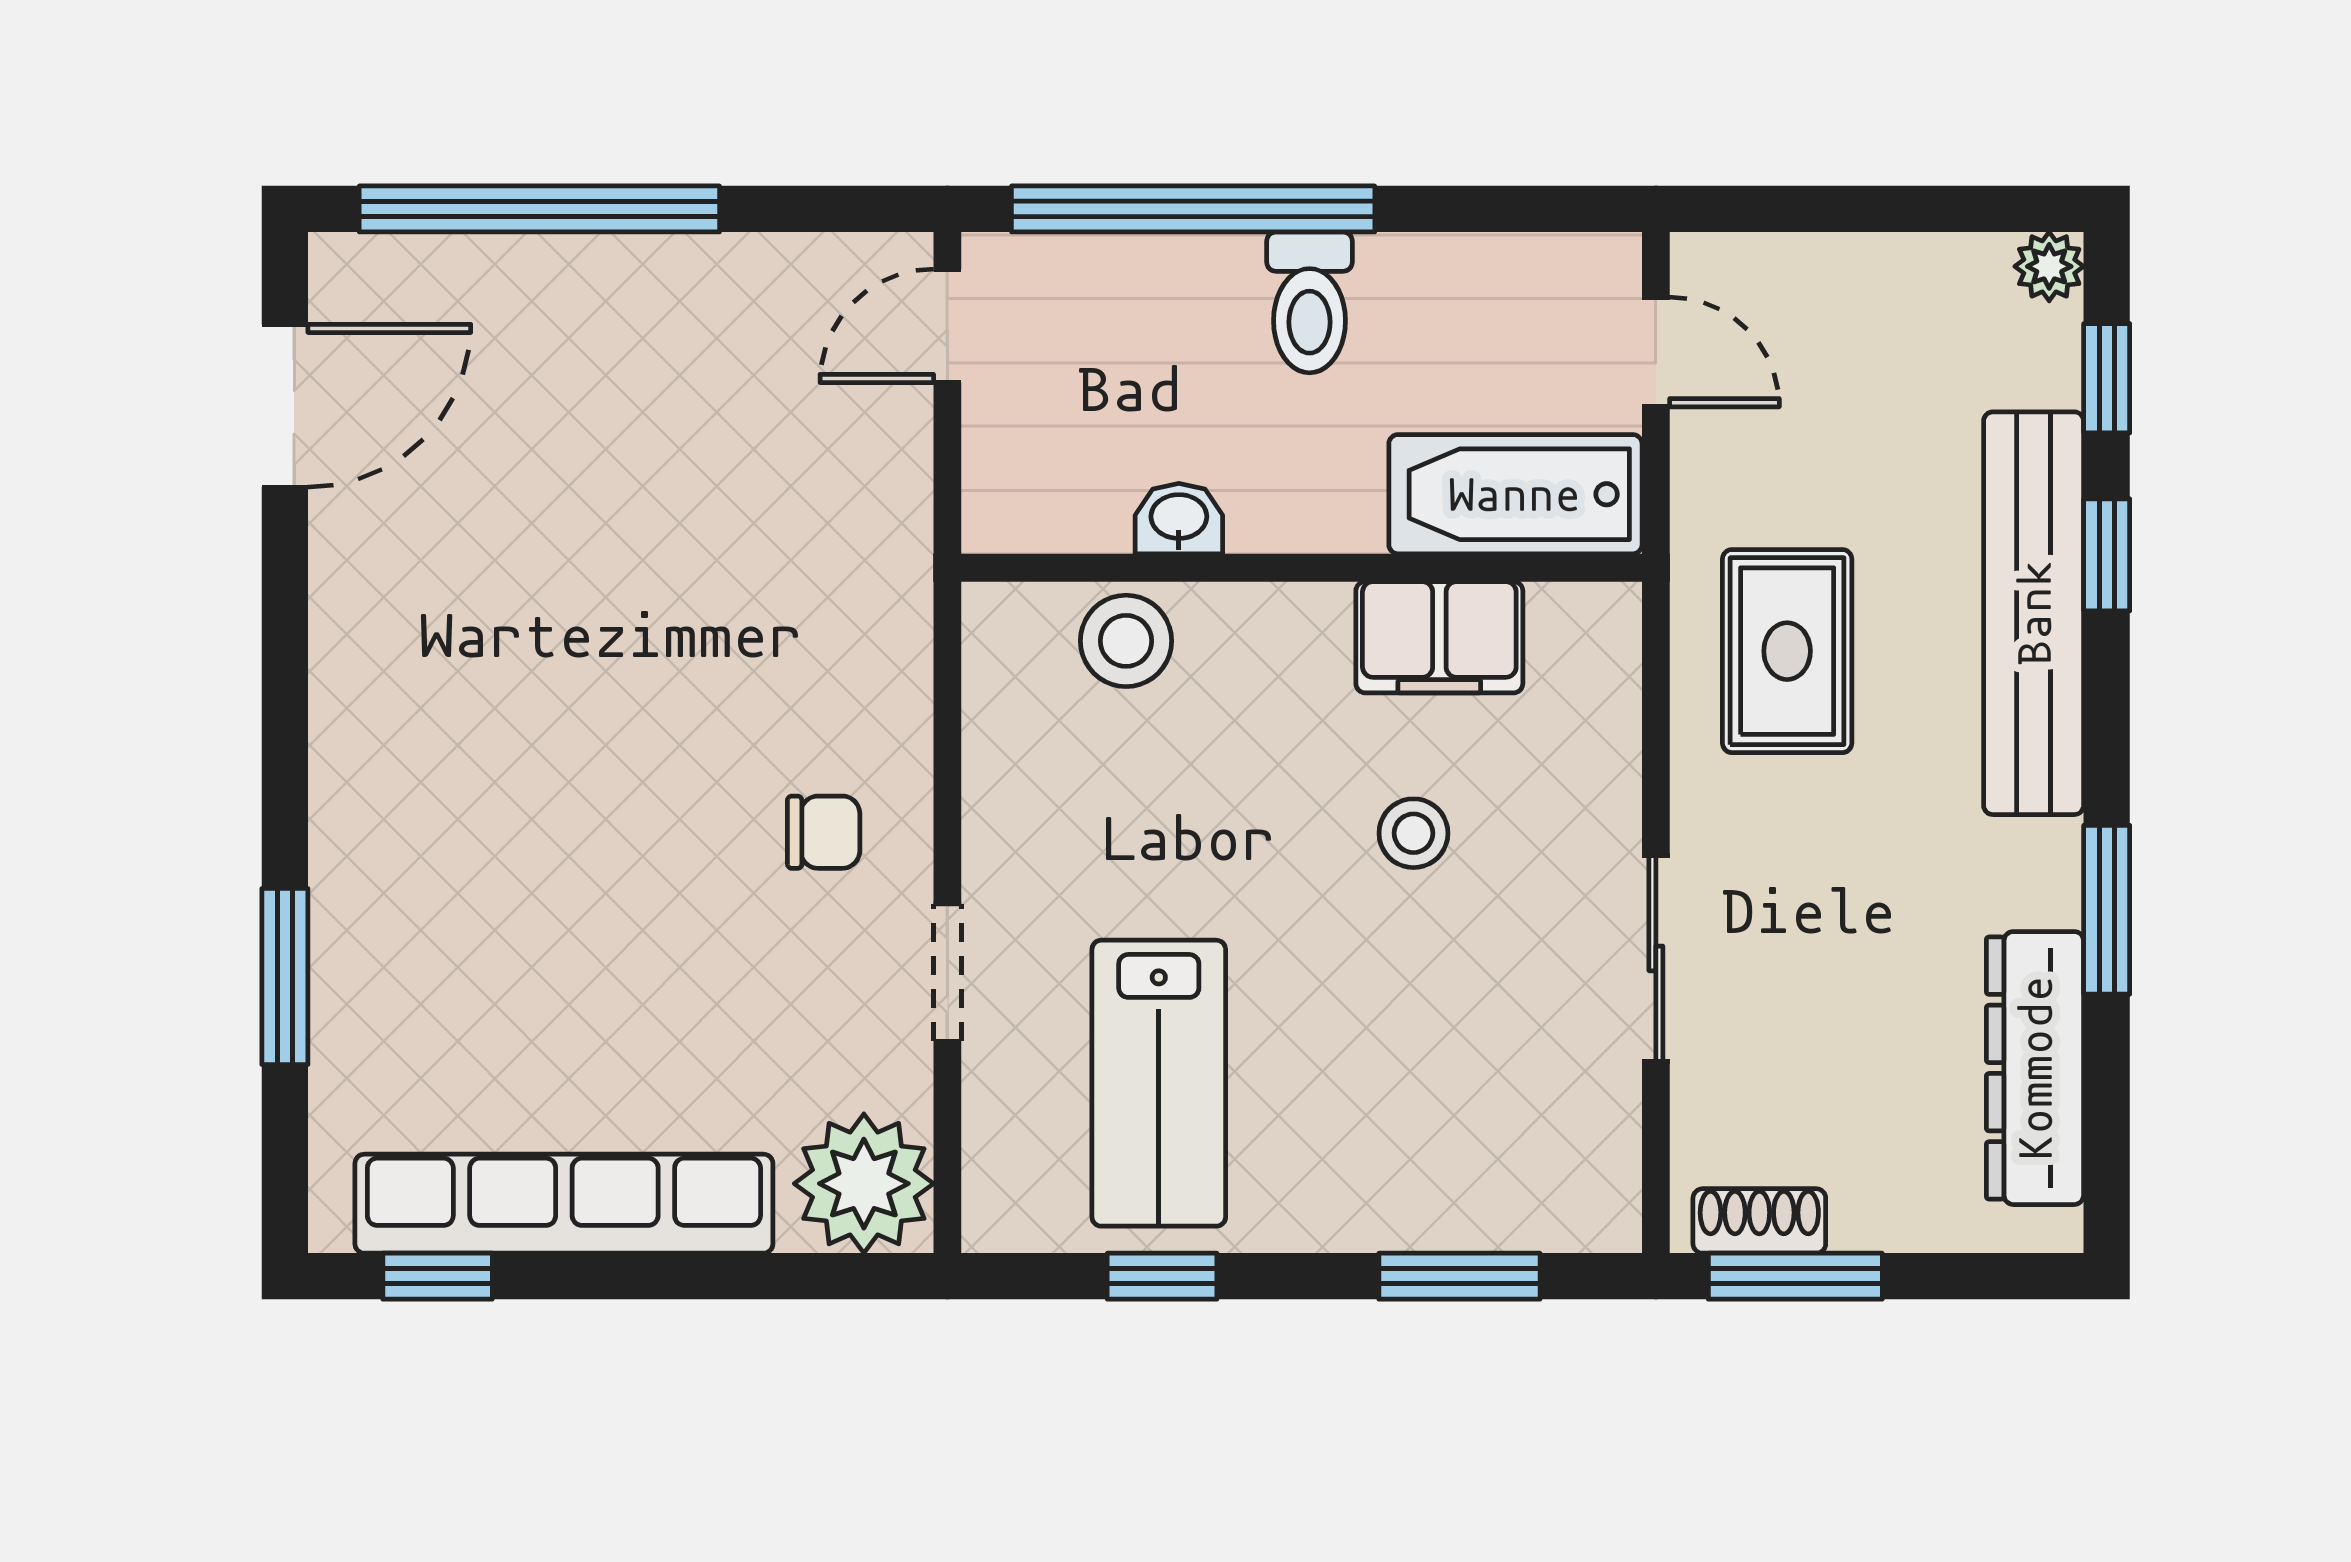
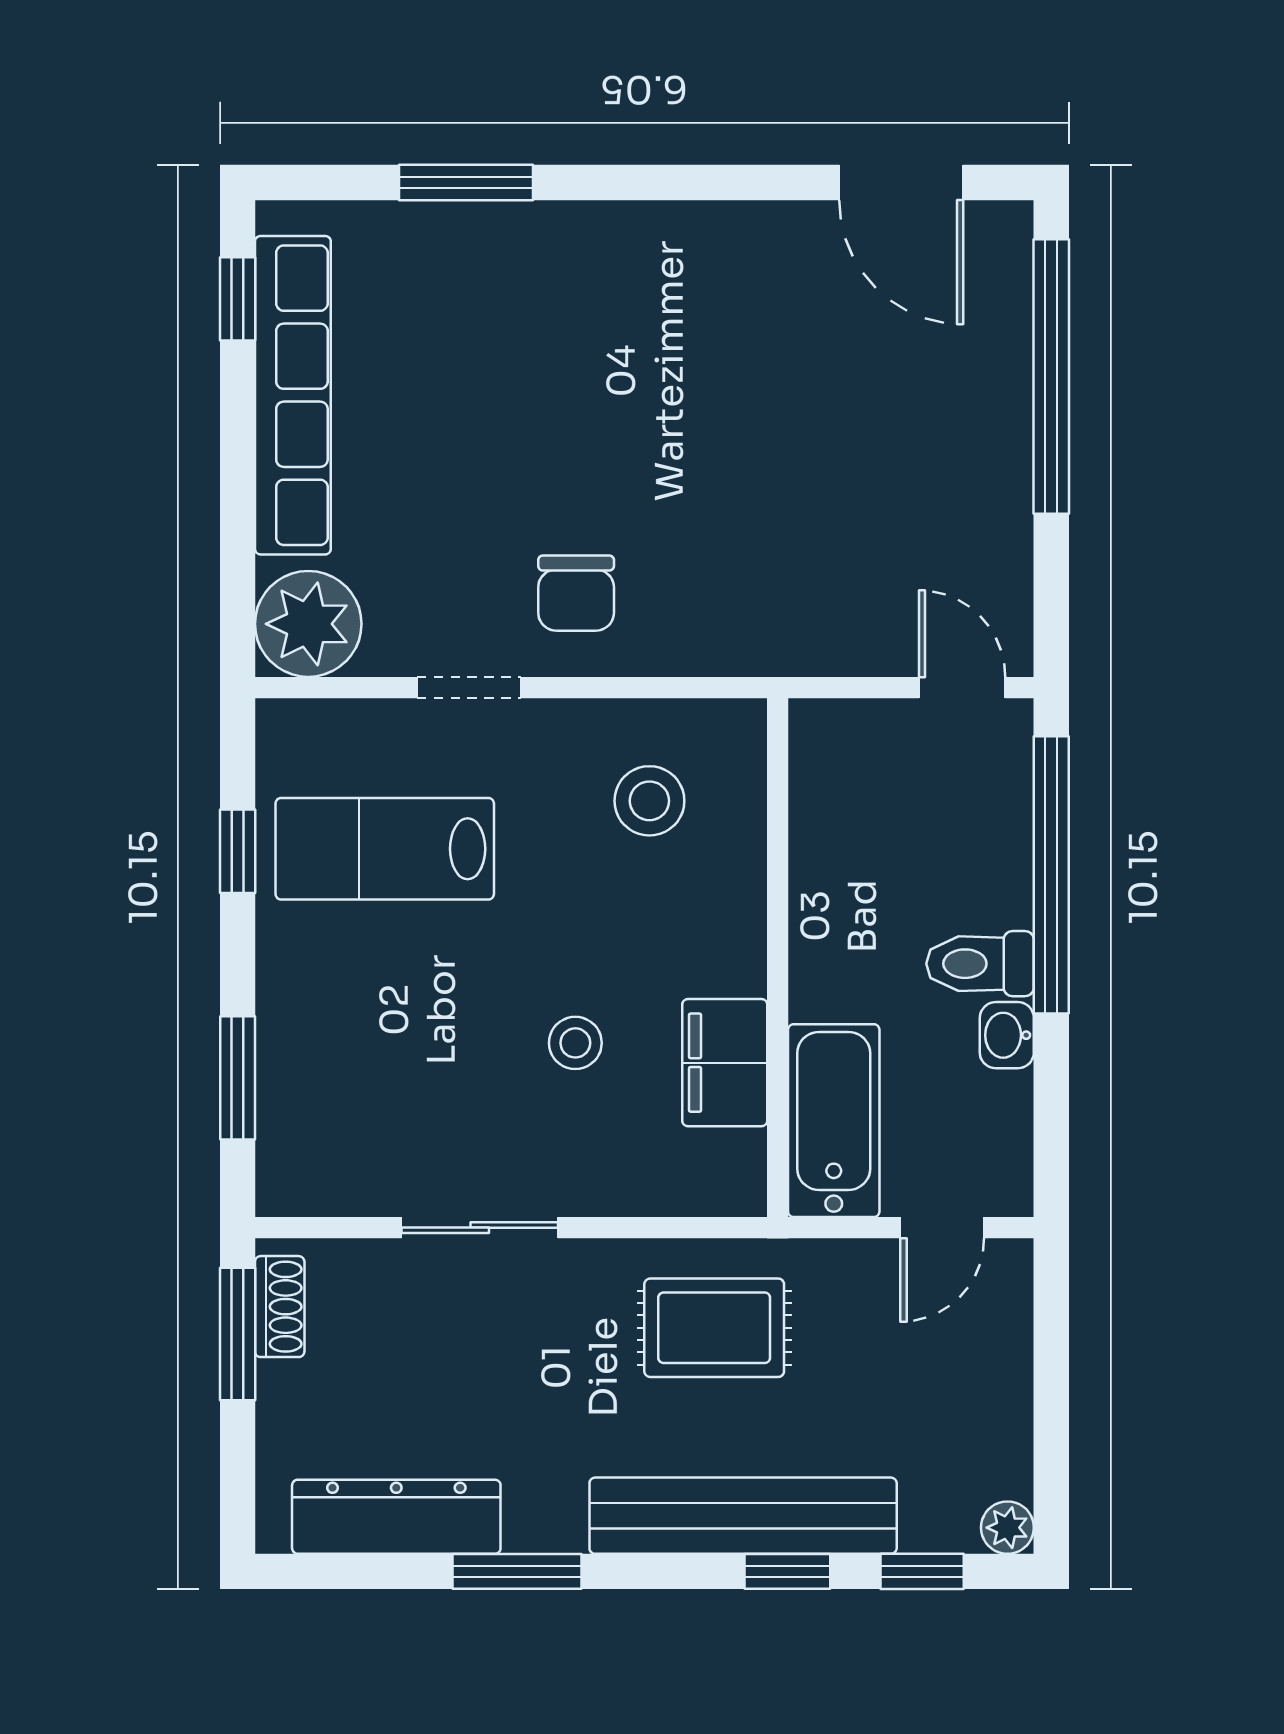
washbasin: (1179, 519) -> (1007, 1035), moved, turned 180
stool: (1126, 641) -> (649, 801), moved
chair: (824, 832) -> (576, 593), width x1.37, depth x1.37

